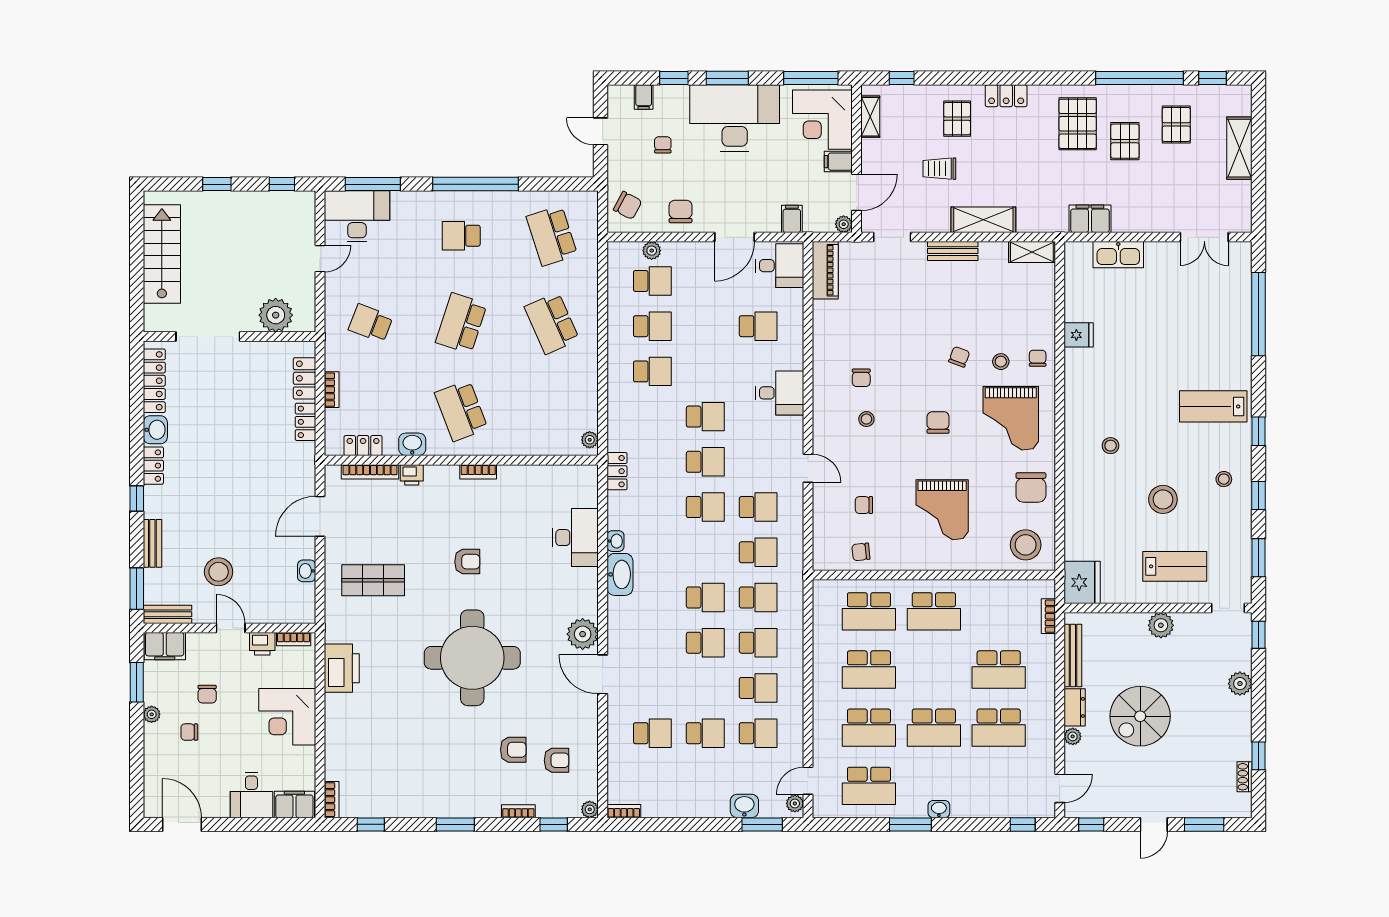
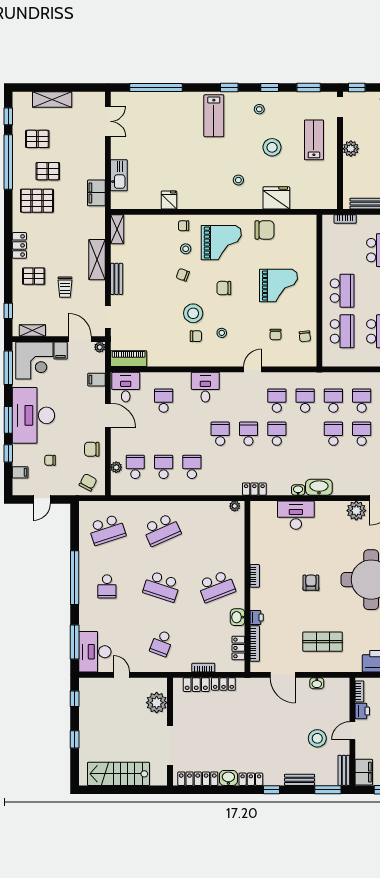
stool: (1026, 545) -> (193, 313), moved
shop shelf: (373, 580) -> (323, 642), turned 90
fridge: (1082, 582) -> (276, 198), moved

